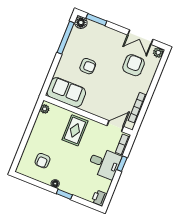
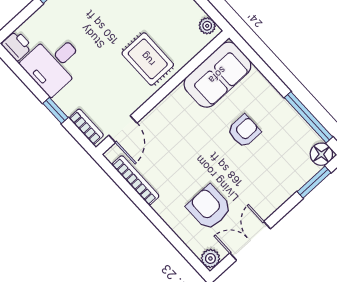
armchair: (134, 65) -> (209, 207), turned 180
armchair: (88, 66) -> (244, 131), turned 180
desk: (104, 163) -> (54, 64), moved

